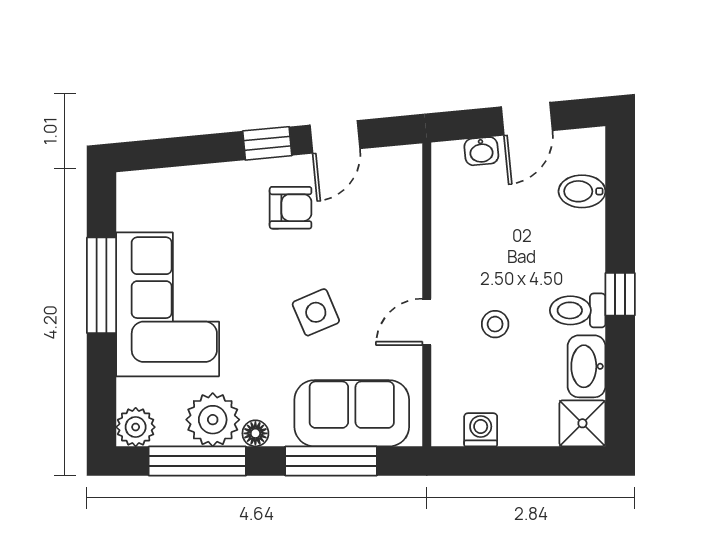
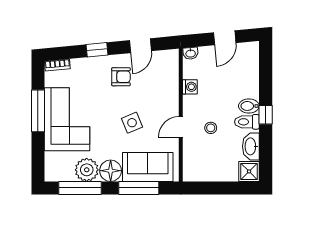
window: (267, 143) -> (97, 50), moved
washbasin: (481, 151) -> (191, 53), moved
bookcase: (146, 181) -> (57, 65), added
bidet: (582, 191) -> (249, 106), moved
plant: (136, 427) -> (53, 173), removed
washing machine: (481, 430) -> (190, 87), moved, turned 90
floor lamp: (255, 433) -> (111, 171), width x1.89, depth x1.89

